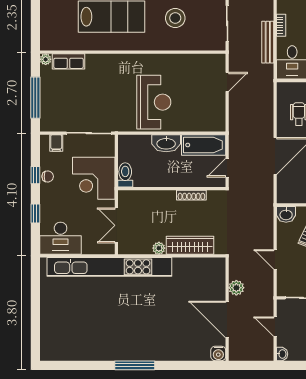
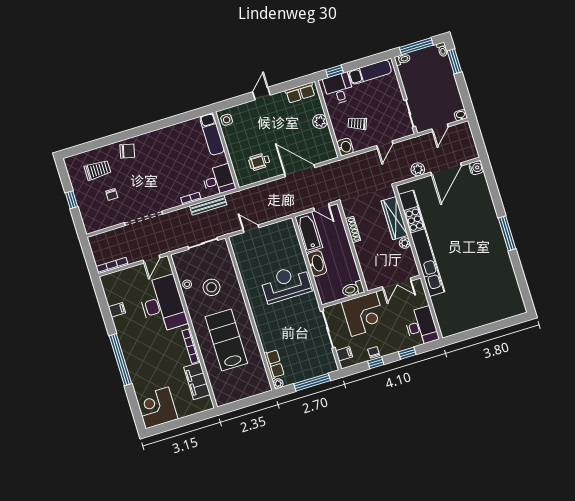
kitchen unit: (109, 267) -> (422, 243), moved

